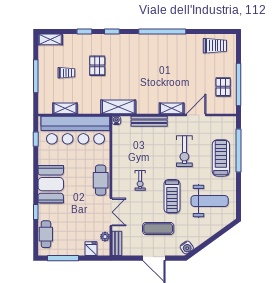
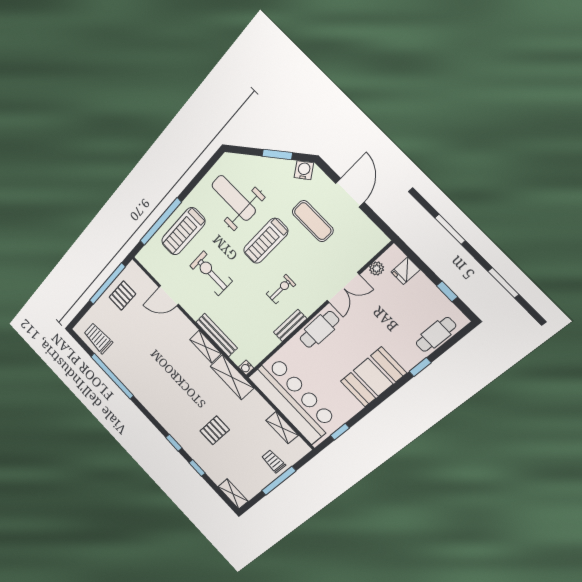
window: (162, 32) -> (112, 376), moved
trolley: (66, 73) -> (273, 461), moved
shelving: (172, 108) -> (205, 347), moved
exercise bike: (184, 151) -> (211, 273), turned -90
treadmill: (172, 196) -> (266, 241), turned 180
double door: (111, 212) -> (343, 288), swing flipped
window: (207, 242) -> (277, 154), added
bench: (117, 243) -> (290, 326), moved
window: (63, 258) -> (447, 291), width x0.46

